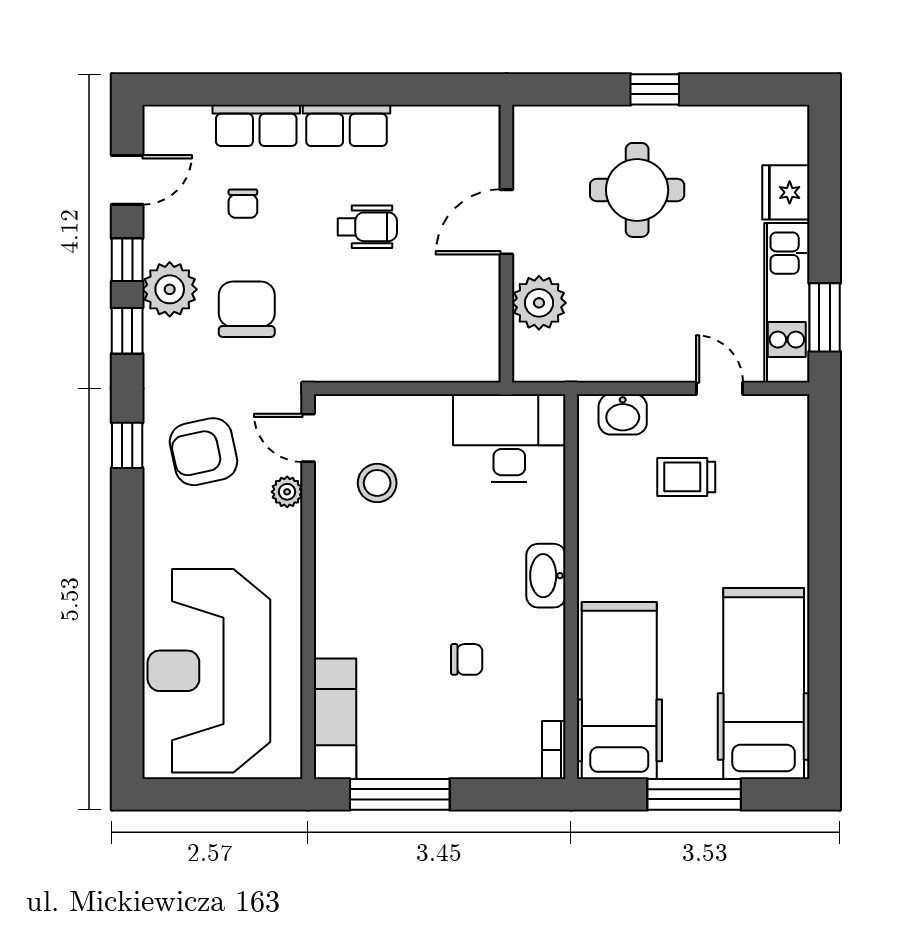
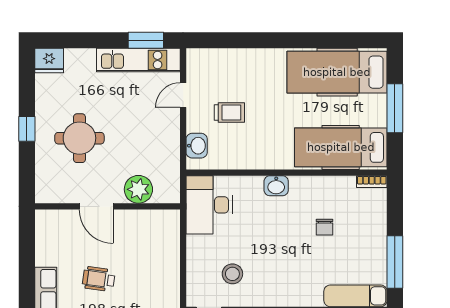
fridge: (786, 192) -> (49, 60), moved
wheelchair: (367, 227) -> (99, 279), turned -82
trolley: (686, 477) -> (229, 112), turned -90
washbasin: (546, 576) -> (276, 186), width x0.72
chair: (467, 659) -> (325, 227), turned 180

